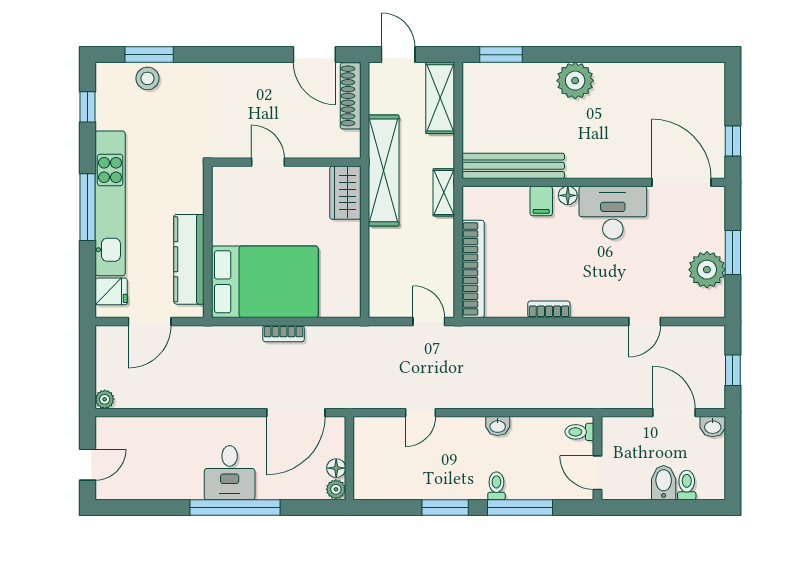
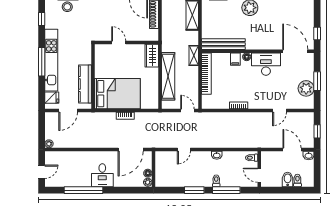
shelving: (384, 170) -> (168, 76), moved
bookcase: (473, 269) -> (206, 74), moved
window: (235, 508) -> (84, 190), moved

